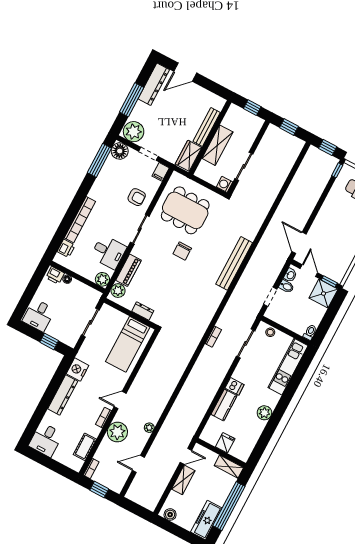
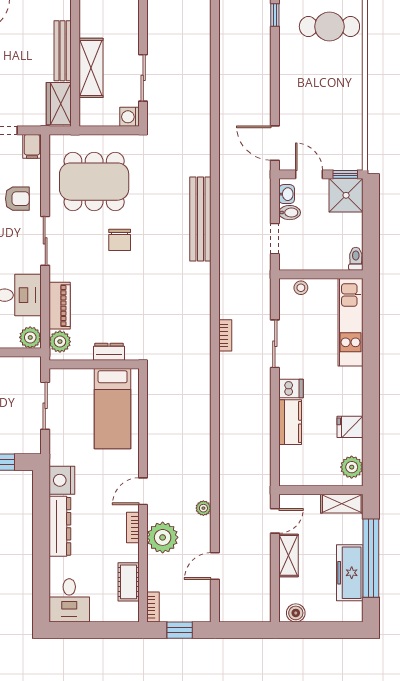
sliding door: (246, 343) -> (275, 344), moved
plant: (264, 413) -> (352, 467), moved
fridge: (225, 443) -> (350, 427), moved, turned -90
freezer: (206, 520) -> (350, 573), moved

